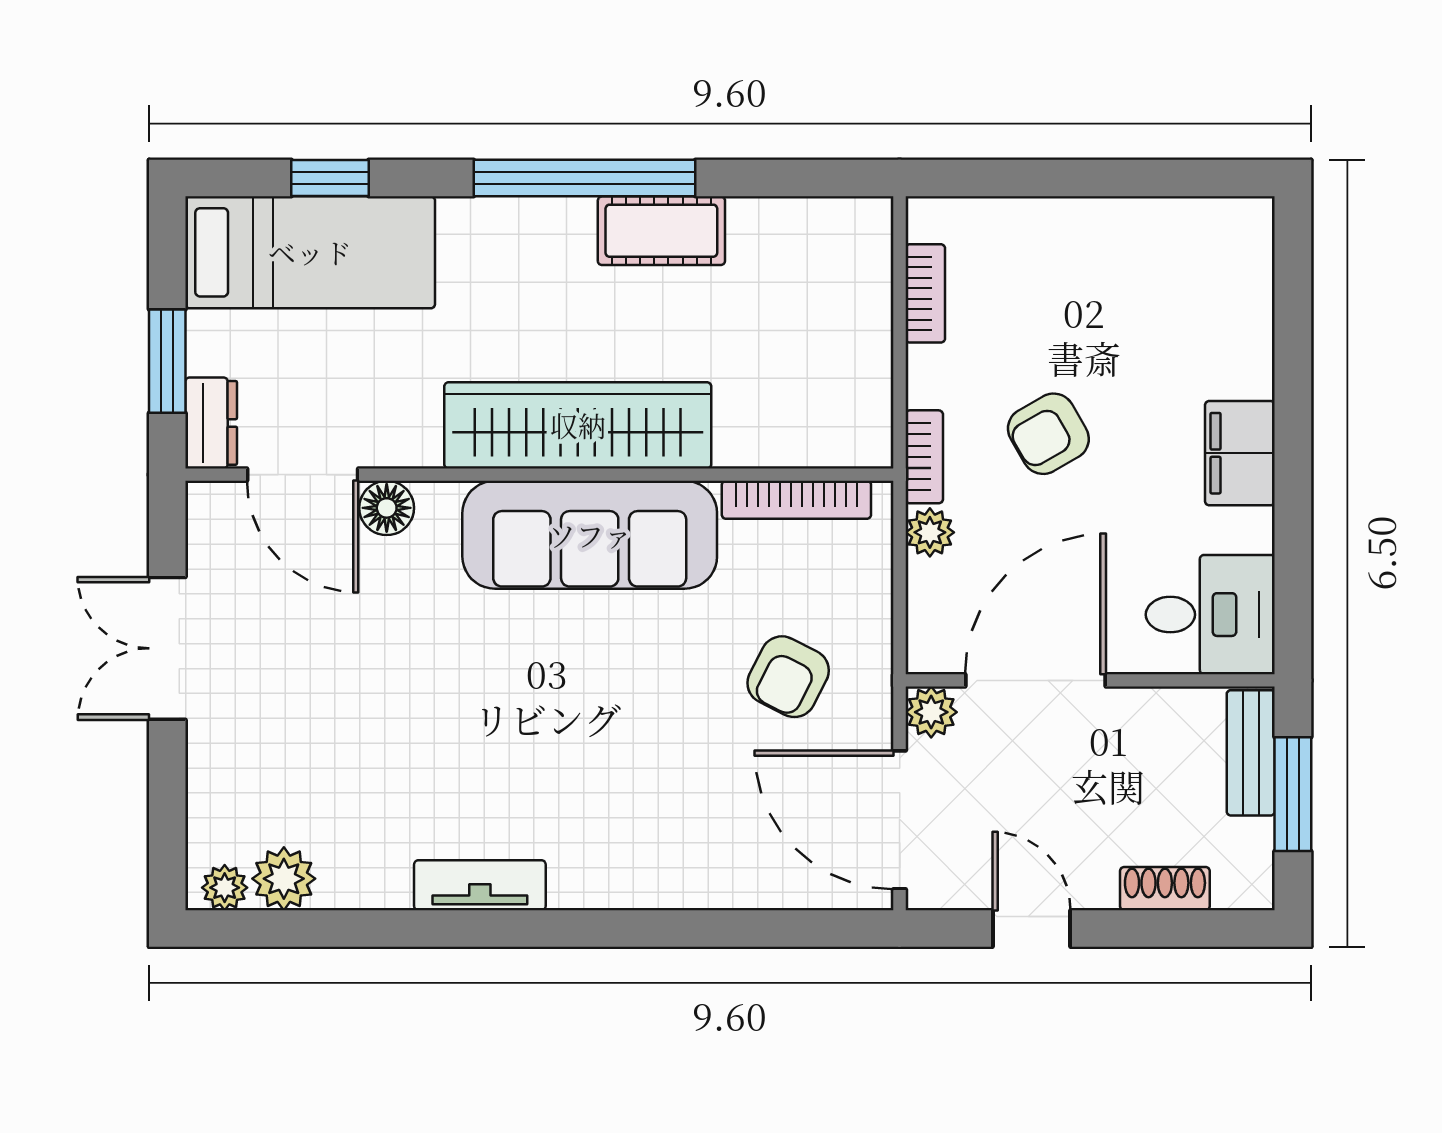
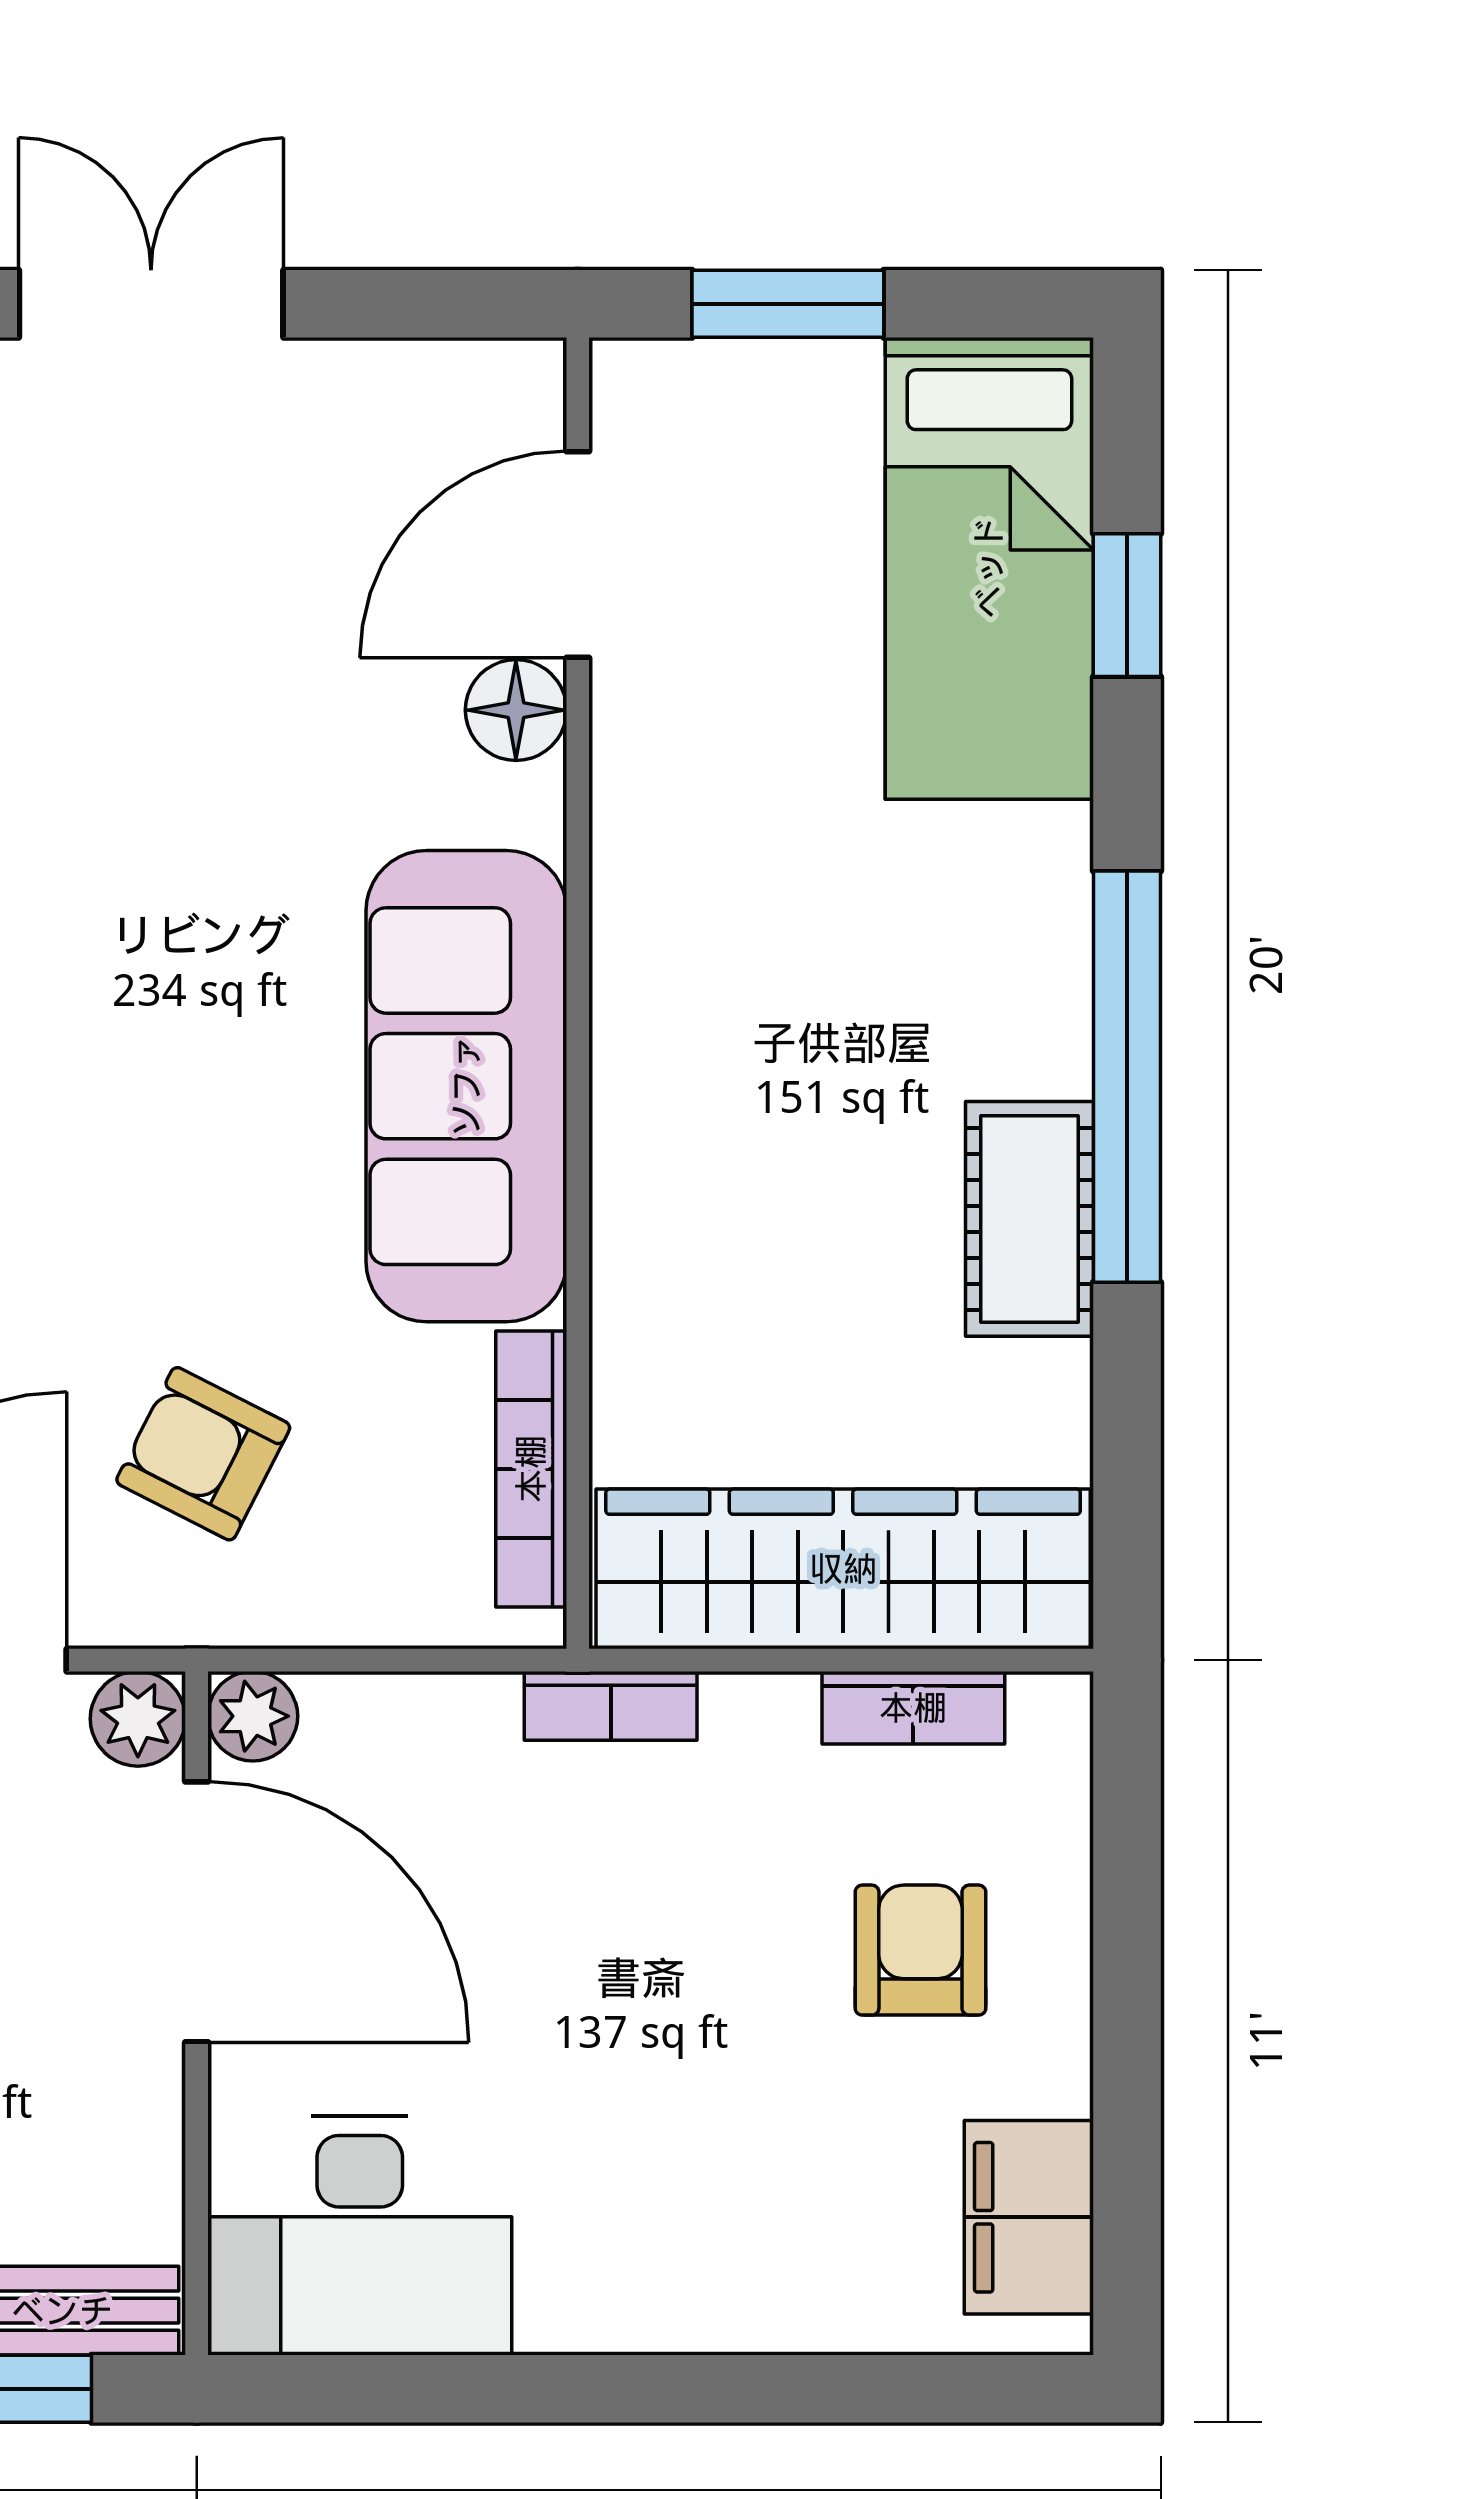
dresser: (211, 423) -> (673, 385), removed
wardrobe: (578, 425) -> (843, 1569), moved, turned -90
armchair: (1048, 434) -> (920, 1950), moved, turned 30
filing cabinet: (1240, 453) -> (1029, 2217), moved, turned -90
plant: (930, 532) -> (253, 1716), moved
desk: (1210, 615) -> (360, 2236), width x1.37
double door: (167, 648) -> (151, 304), moved

